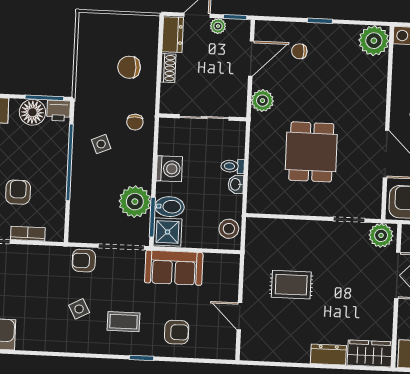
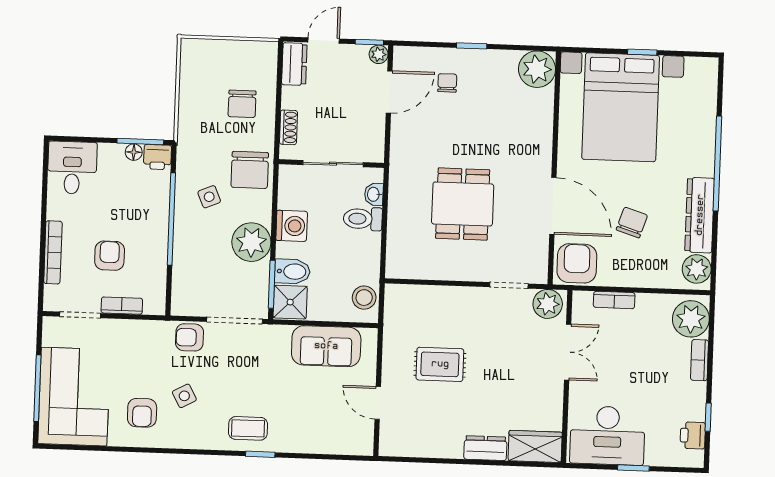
plant: (218, 26) -> (379, 54), moved
chair: (299, 51) -> (447, 83), turned 90
chair: (129, 67) -> (242, 104), turned -90
shoe rack: (168, 68) -> (288, 127), moved
plant: (262, 101) -> (403, 143), removed
floor lamp: (32, 112) -> (134, 152), width x0.53, depth x0.53
chair: (135, 122) -> (250, 170), width x1.87, depth x1.87
toilet: (233, 166) -> (363, 219), width x1.37, depth x1.39
washbasin: (236, 184) -> (374, 194), moved
plant: (135, 202) -> (251, 242), moved
sofa: (174, 268) -> (326, 346), moved
coffee table: (123, 322) -> (248, 428), moved
armchair: (177, 332) -> (142, 413), moved, turned 90

